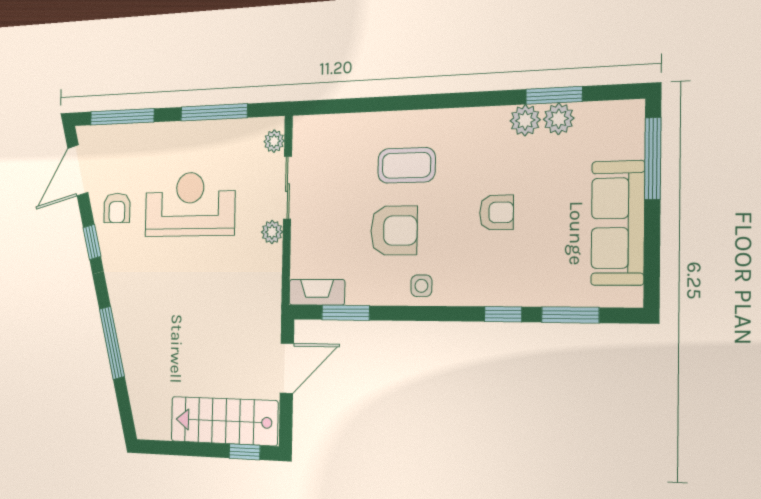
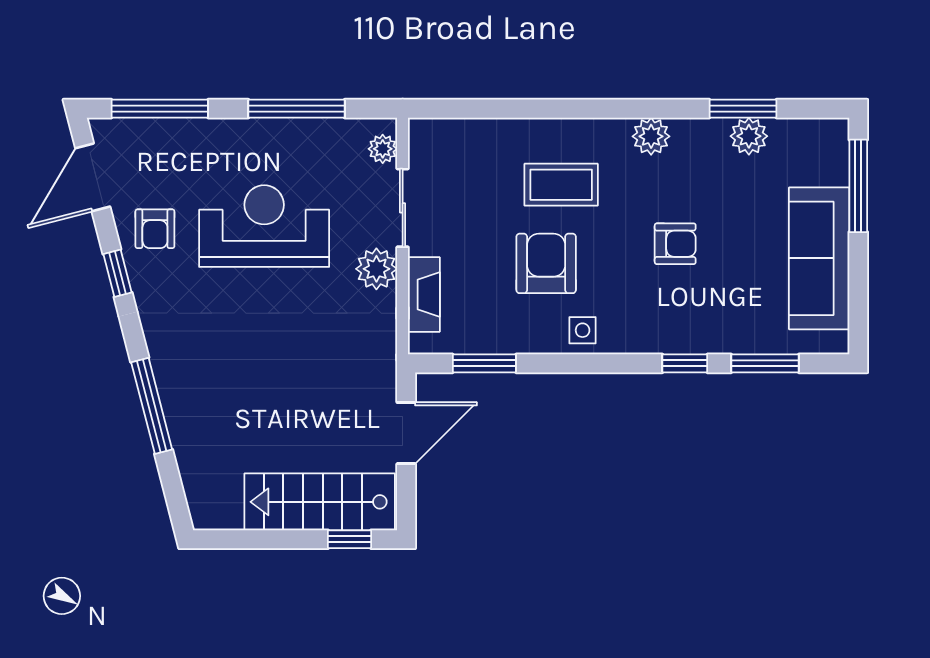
plant: (525, 120) -> (651, 136), moved
armchair: (394, 231) -> (546, 263), turned -90
plant: (272, 232) -> (376, 269), width x1.38, depth x1.38
fireplace: (317, 292) -> (424, 294), moved, turned 90

